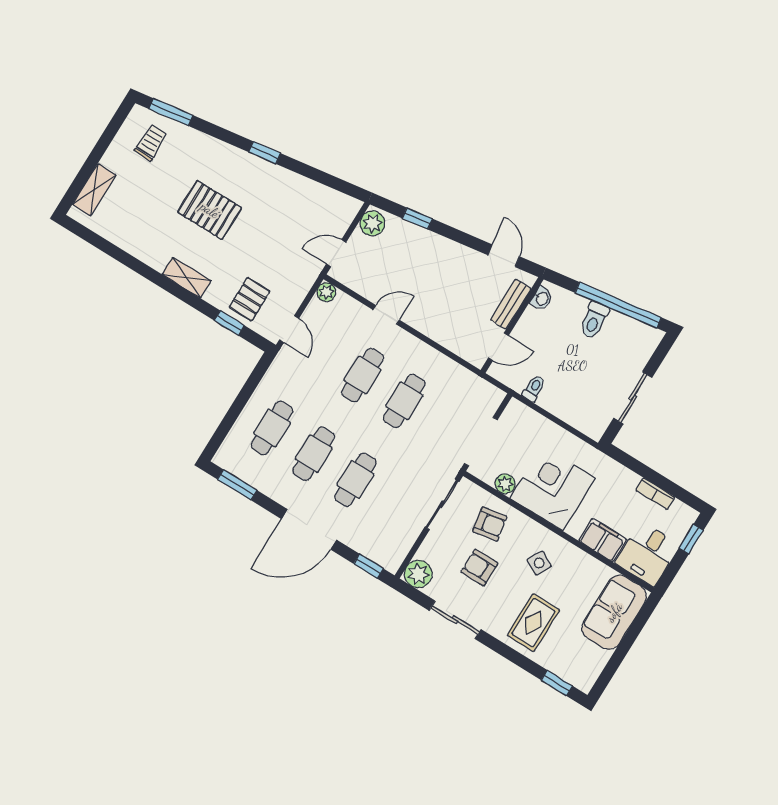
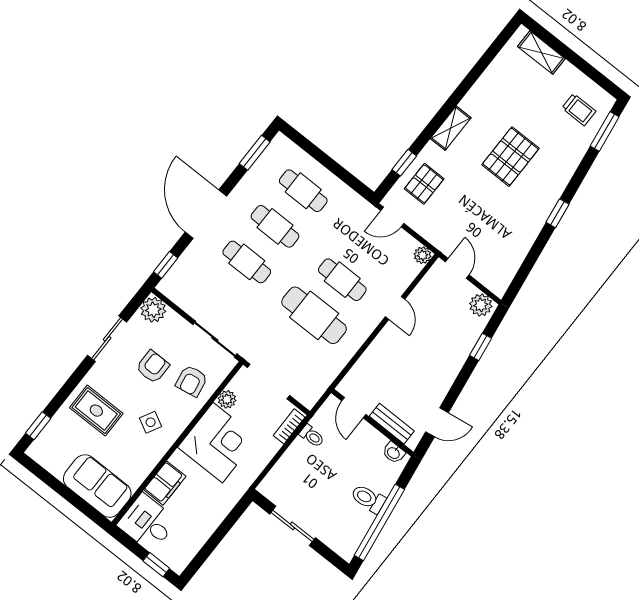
pallet: (250, 299) -> (424, 184), turned 90
cafe table: (404, 401) -> (314, 315), width x1.37, depth x1.35
bookcase: (655, 494) -> (289, 426), moved

